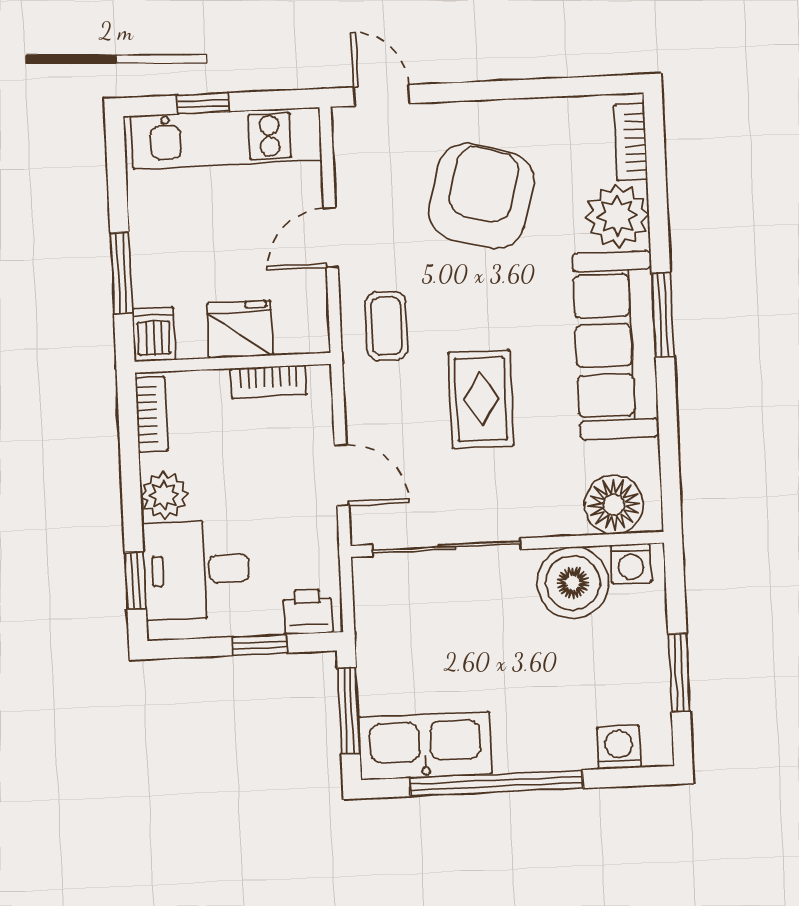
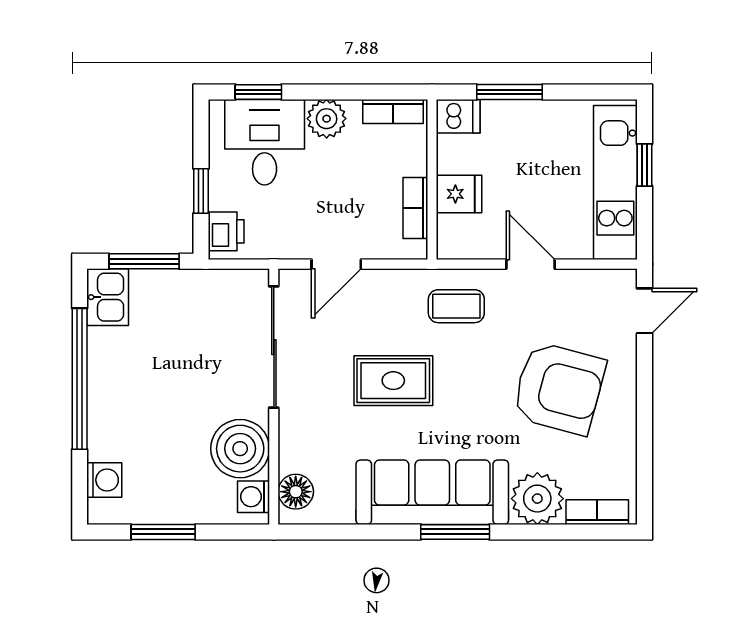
fridge: (240, 329) -> (459, 194), width x0.72
floor lamp: (614, 505) -> (296, 492), width x0.73, depth x0.73
kitchen sink: (425, 746) -> (108, 297), width x0.53, depth x0.81

